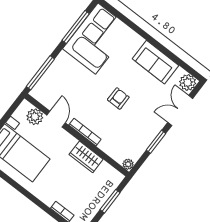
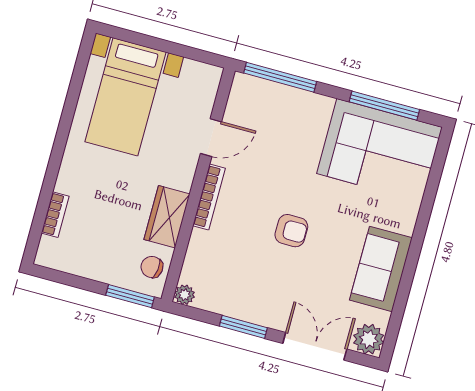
plant: (35, 117) -> (200, 99), removed
chair: (108, 175) -> (152, 267), added
window: (110, 201) -> (130, 296), moved

